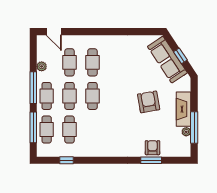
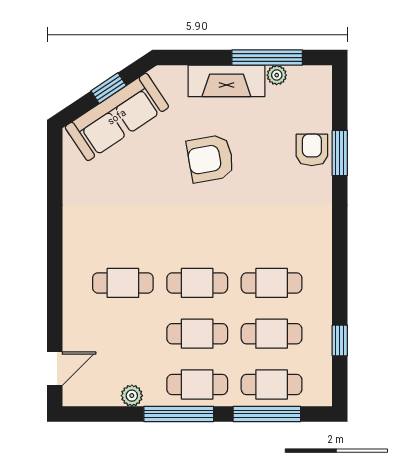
cafe table: (70, 62) -> (272, 283), moved
armchair: (152, 148) -> (312, 150), turned 90

